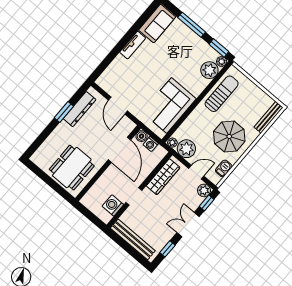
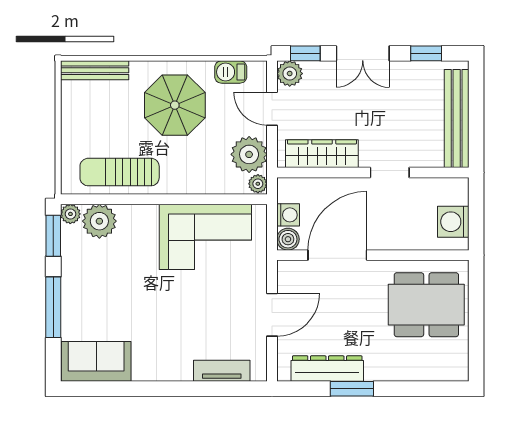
tv unit: (133, 45) -> (222, 371), moved
washing machine: (113, 205) -> (453, 222), moved, turned 90

